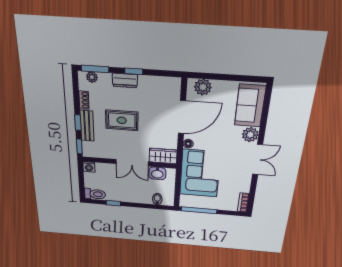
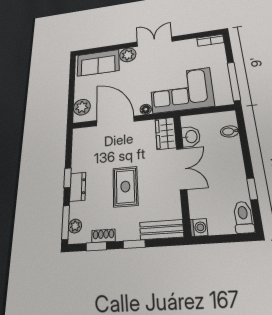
bench: (87, 126) -> (162, 230), moved
window: (79, 146) -> (96, 246), moved

